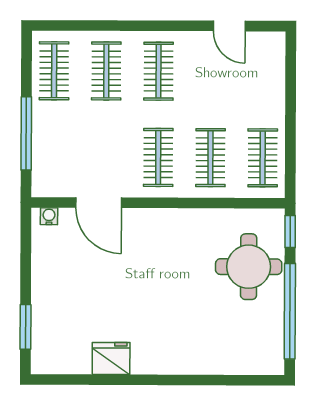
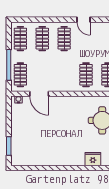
door: (229, 26) -> (84, 20), moved
clothes rail: (158, 157) -> (20, 75), moved
fridge: (111, 358) -> (93, 159), moved

